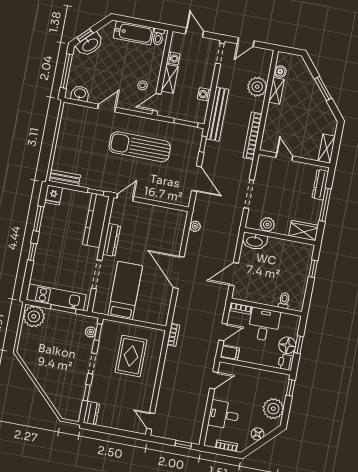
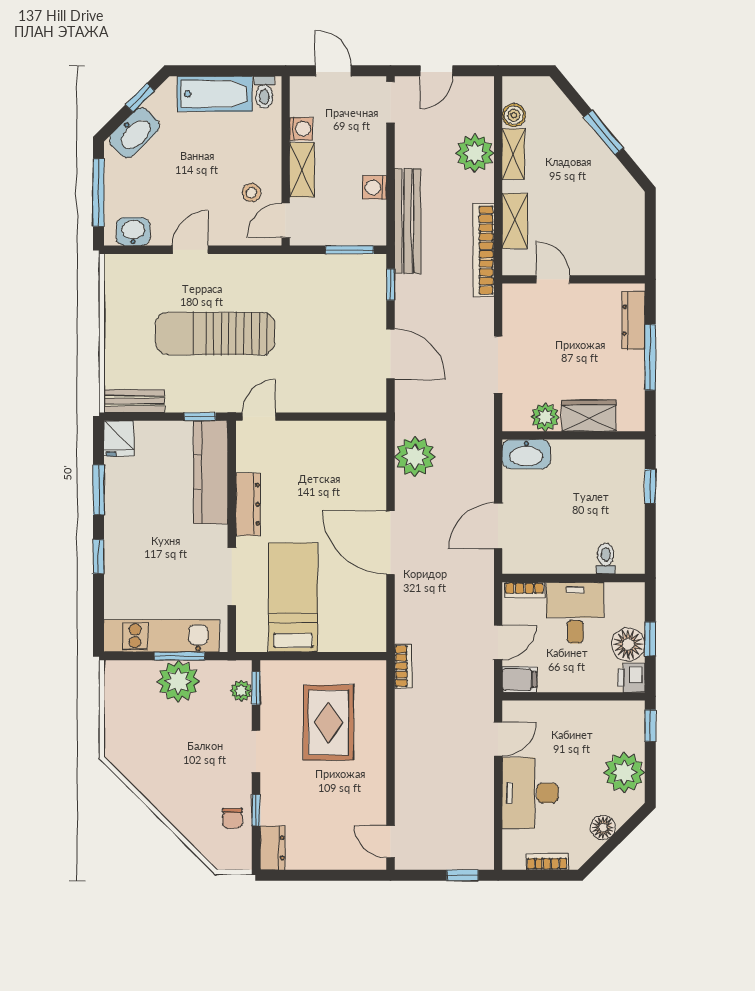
window: (85, 35) -> (140, 98), moved
sun lounger: (140, 147) -> (215, 334), moved
shelving: (327, 149) -> (515, 221), moved
plant: (195, 226) -> (415, 457), width x1.88, depth x1.88
wardrobe: (304, 231) -> (589, 416), moved
plant: (34, 316) -> (178, 681), moved
chair: (74, 395) -> (232, 818), added
desk: (224, 415) -> (530, 793), width x1.37

